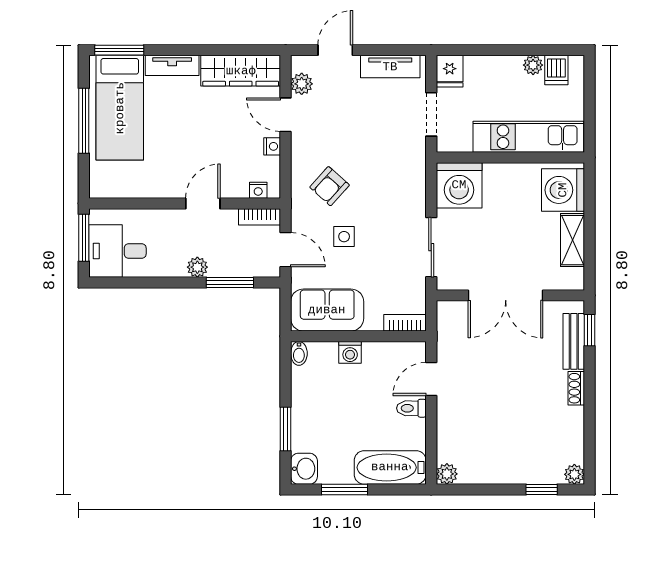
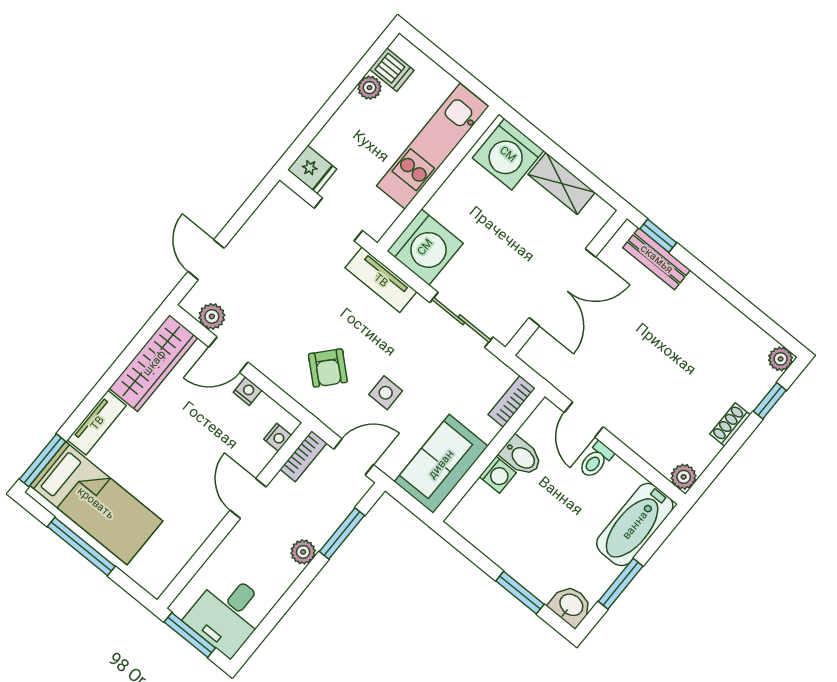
tv unit: (390, 67) -> (381, 280), moved, turned 90
bidet: (299, 353) -> (521, 456), moved, width x1.38, depth x1.36
shoe rack: (576, 388) -> (730, 424), moved, turned 90

